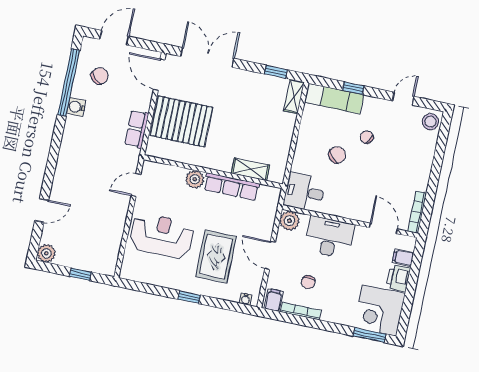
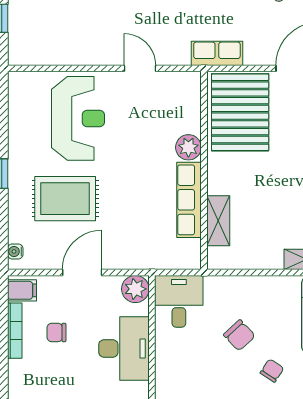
shelving: (250, 169) -> (218, 221), moved
wall: (213, 172) -> (204, 170), moved
plant: (195, 179) -> (188, 147), moved
row of seats: (232, 187) -> (189, 200), moved

